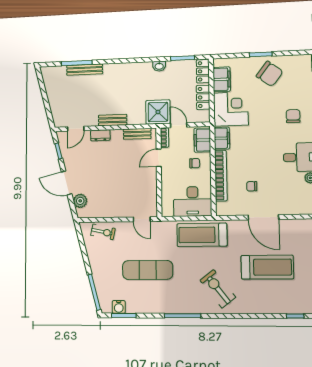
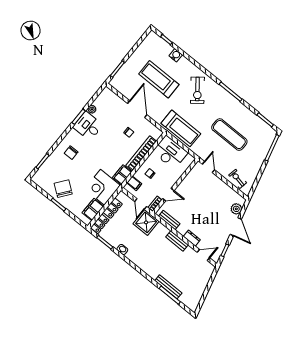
filing cabinet: (202, 140) -> (134, 183), width x0.50
water cooler: (119, 307) -> (176, 55), moved

